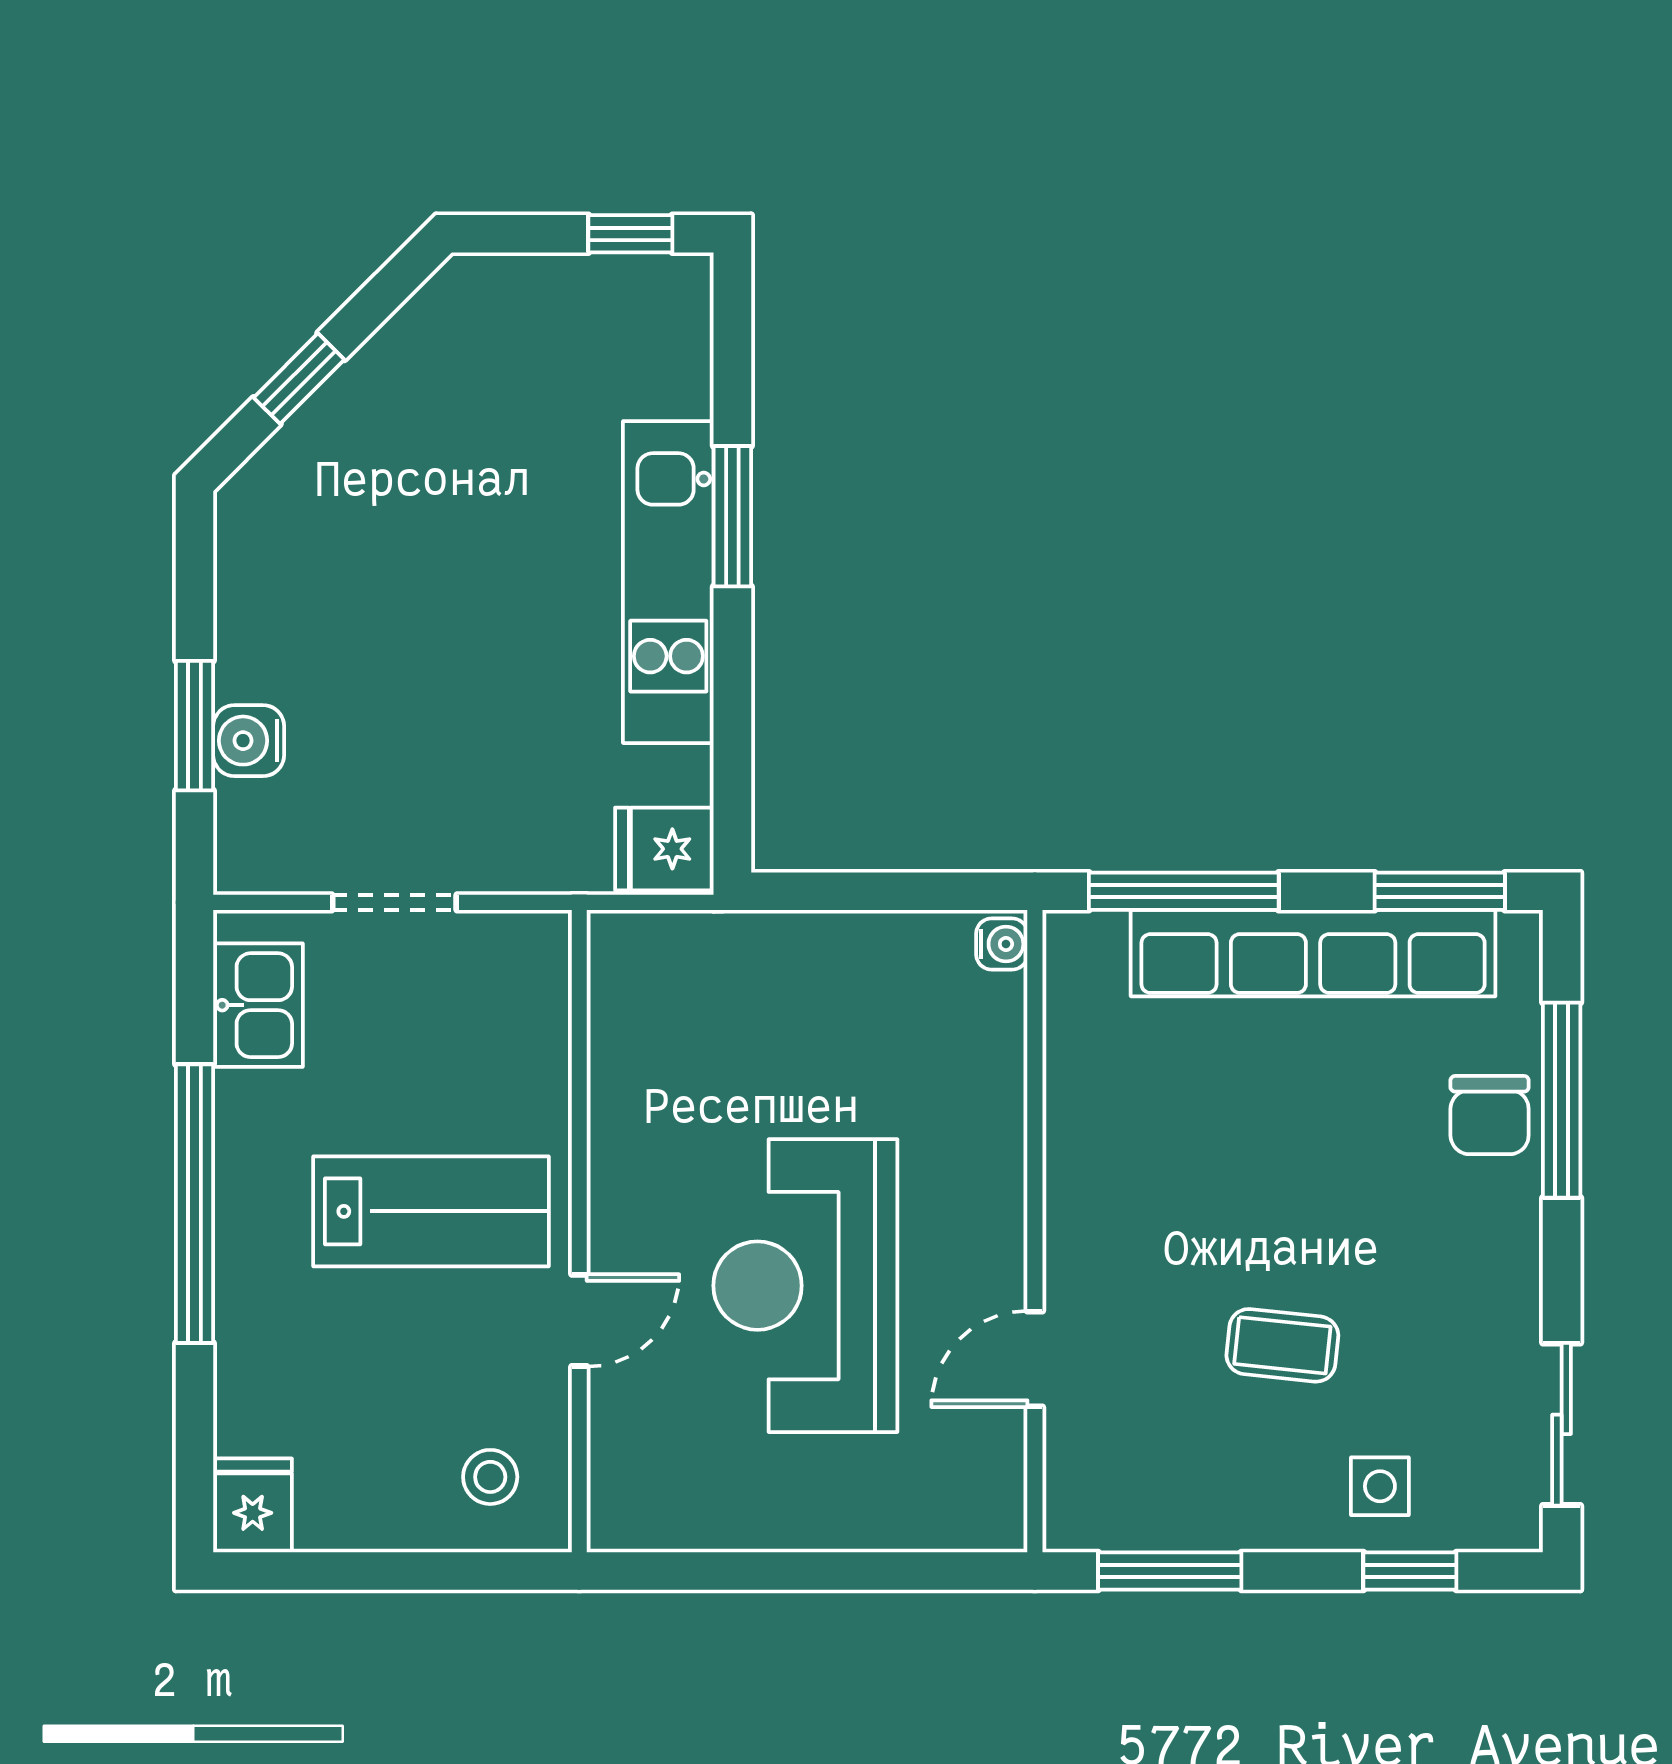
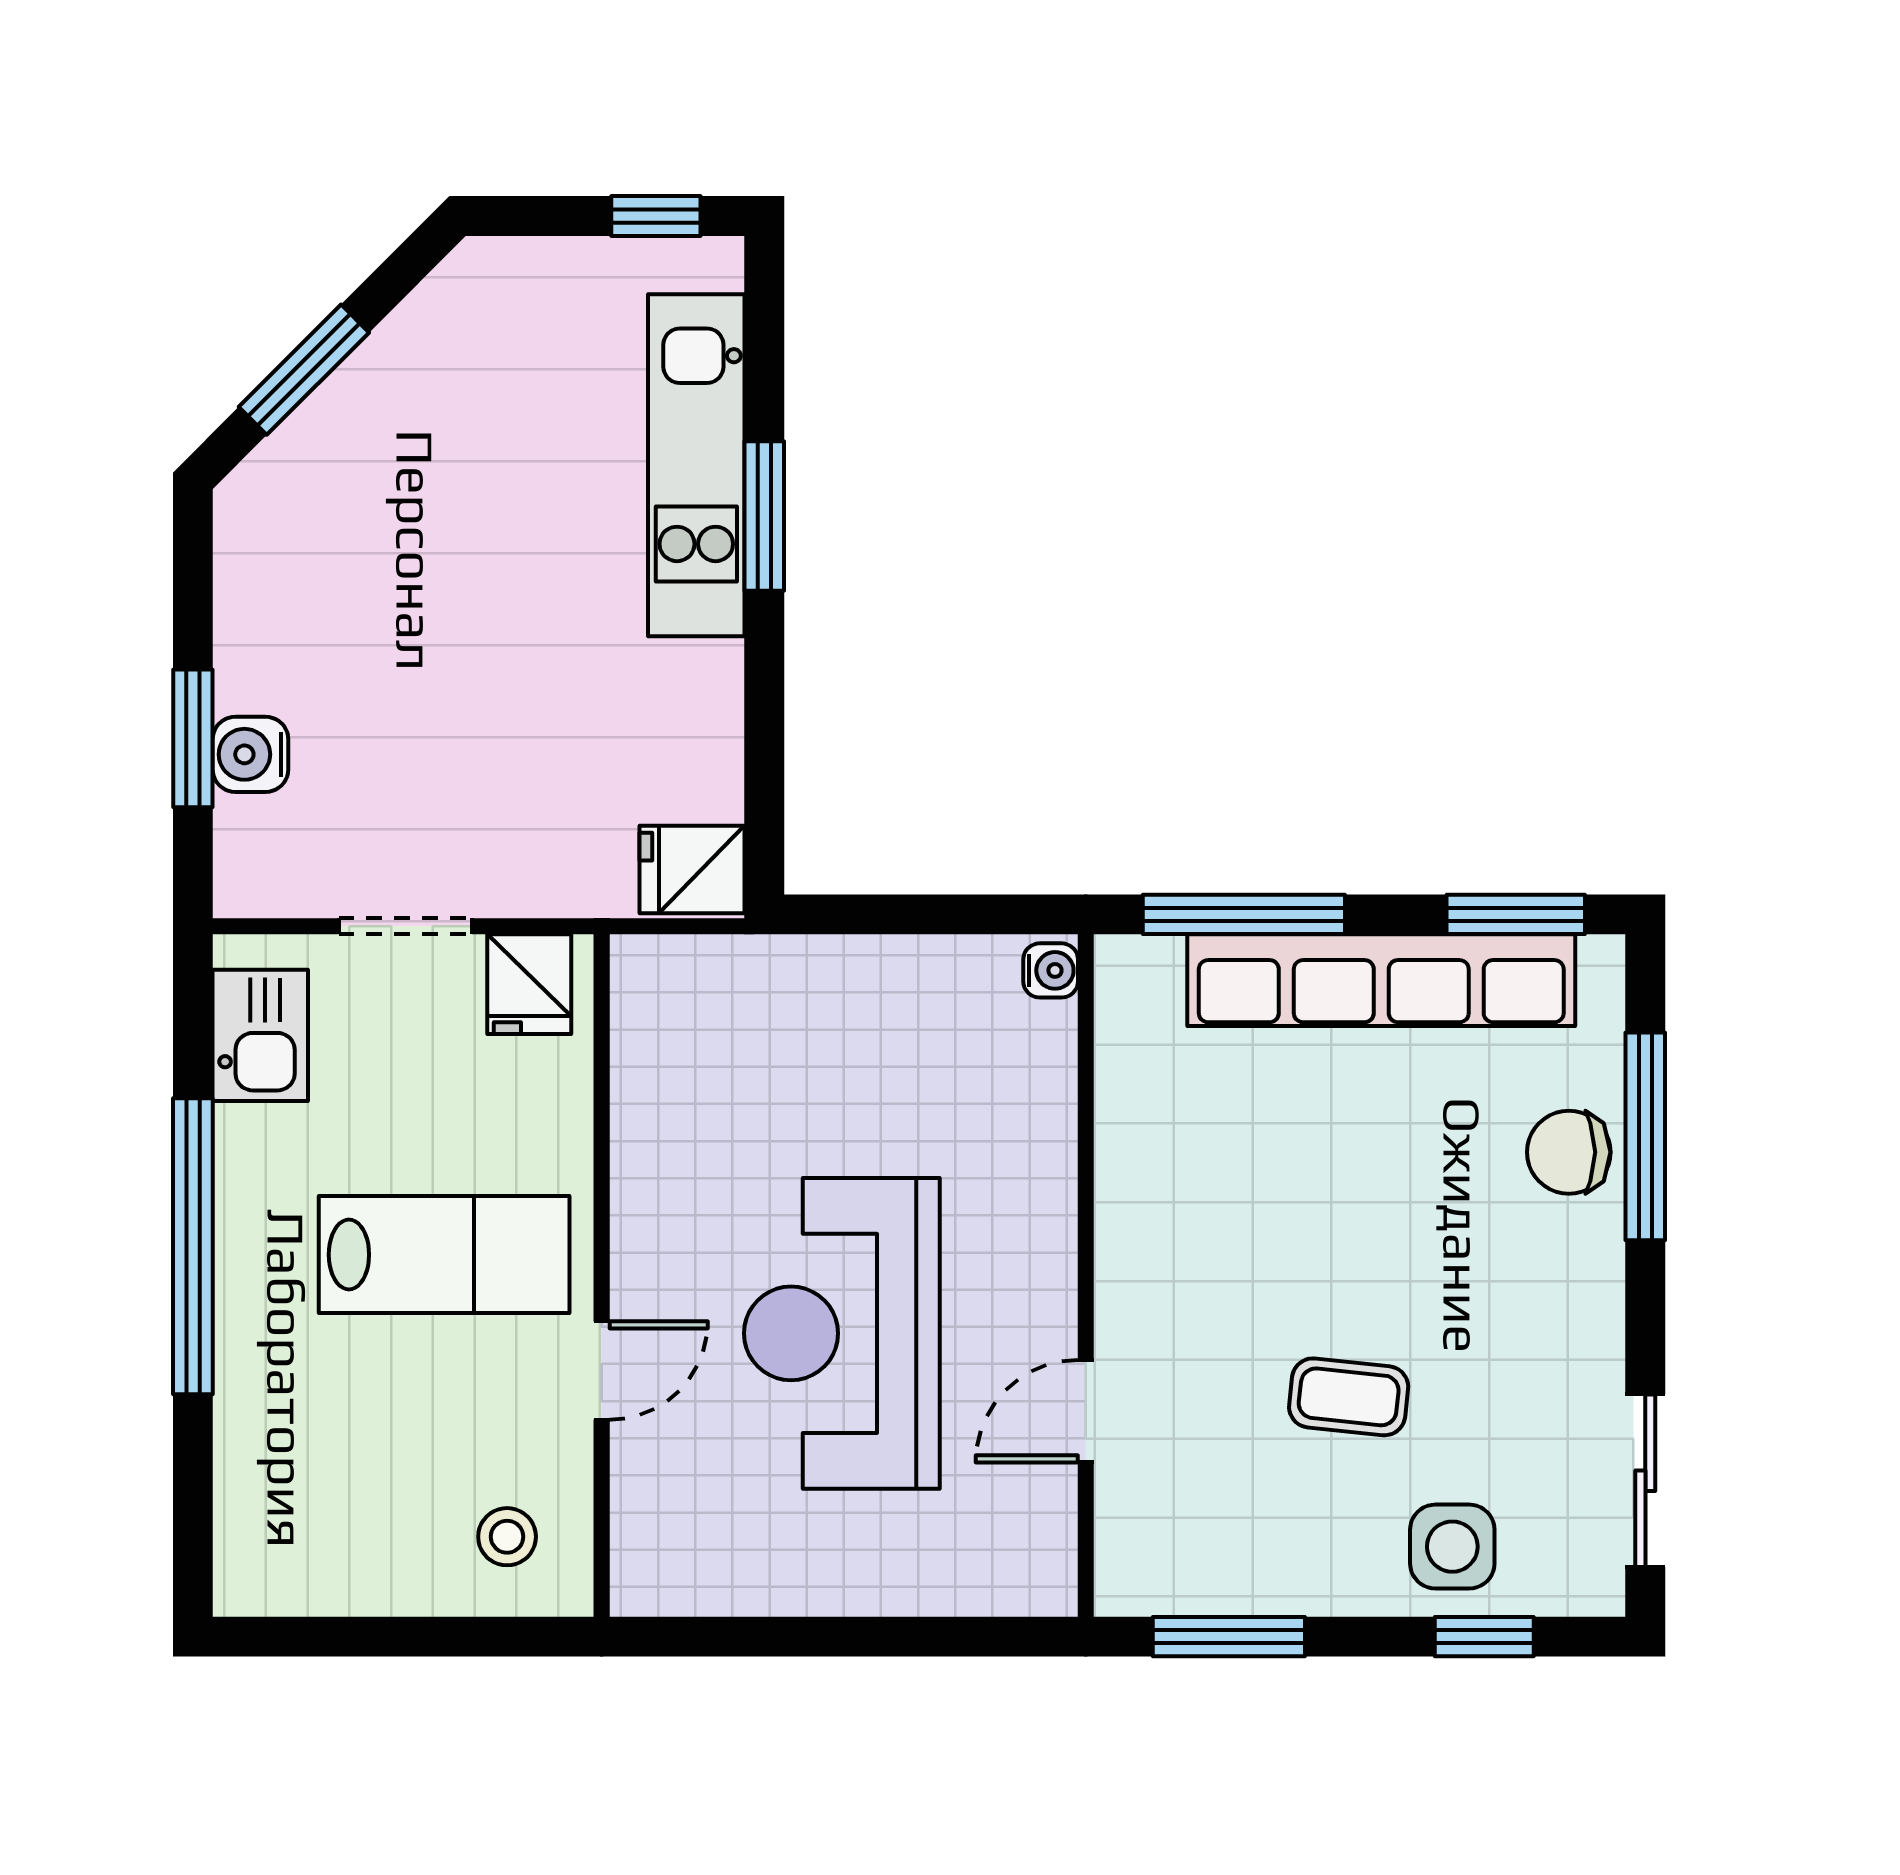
window: (299, 379) -> (304, 370), width x1.50
kitchen unit: (668, 582) -> (696, 465), moved
chair: (1490, 1115) -> (1569, 1152), turned 90
side table: (1380, 1486) -> (1452, 1547), width x1.37, depth x1.37
fridge: (253, 1505) -> (529, 984), moved, turned 180

